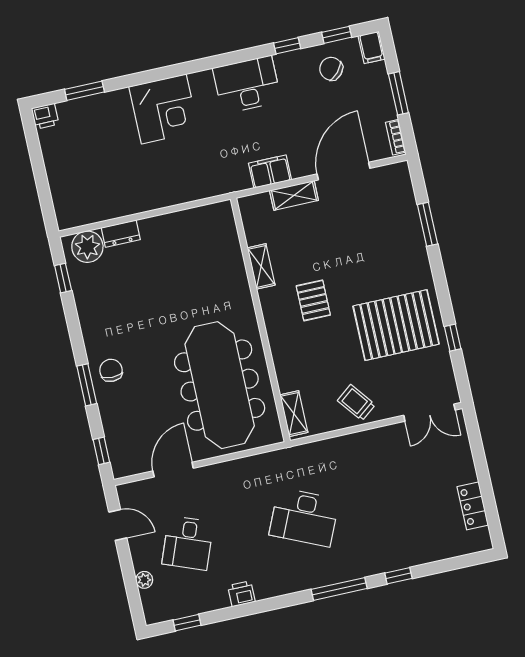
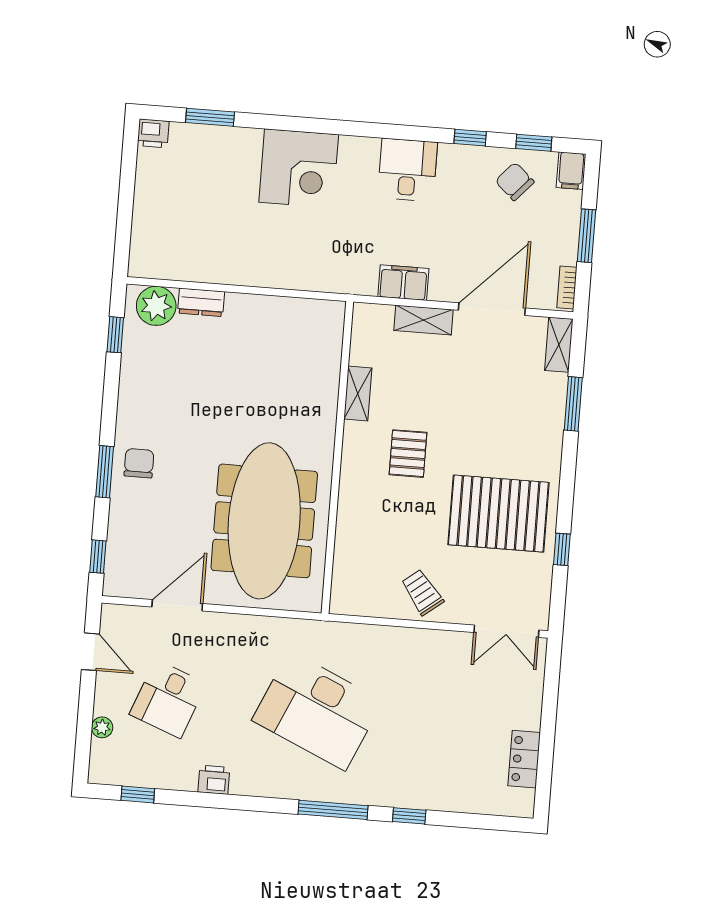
desk: (247, 85) -> (408, 170), width x0.73
shelving: (294, 414) -> (559, 345), moved
desk: (304, 517) -> (317, 711), width x1.36, depth x1.30

